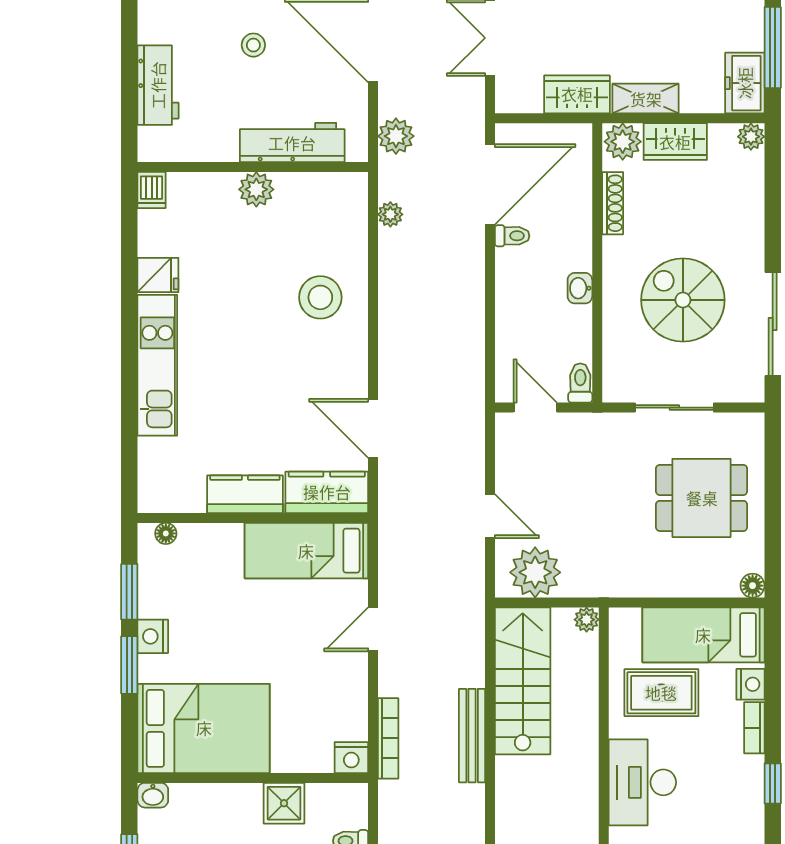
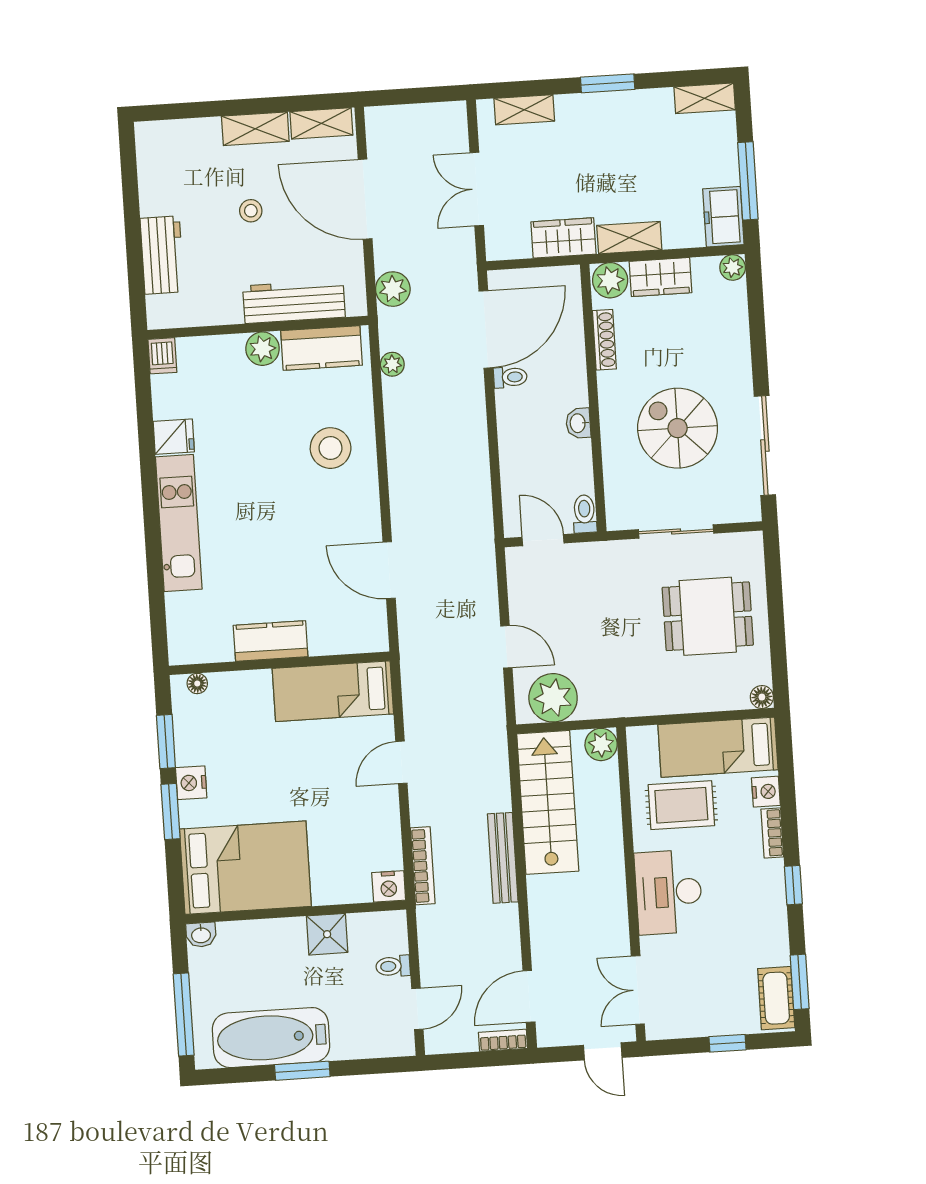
kitchen counter: (327, 492) -> (322, 348), moved, turned 180
plant: (587, 620) -> (601, 744), width x1.38, depth x1.38

